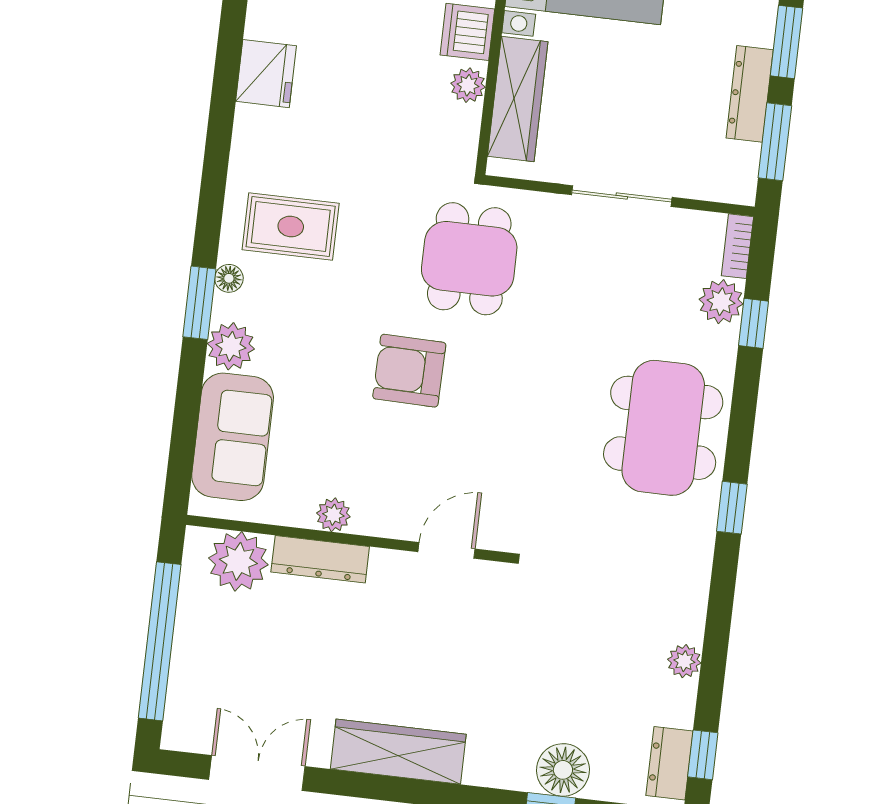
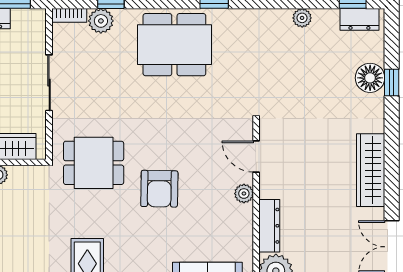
plant: (333, 515) -> (244, 194), moved

